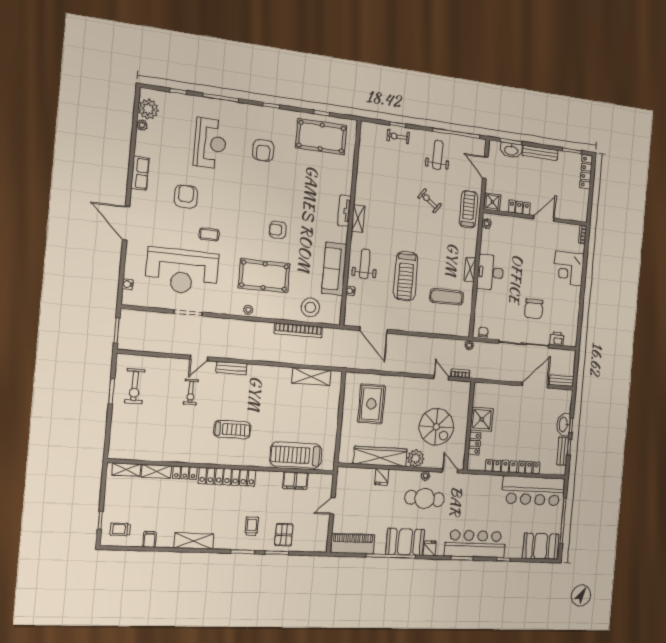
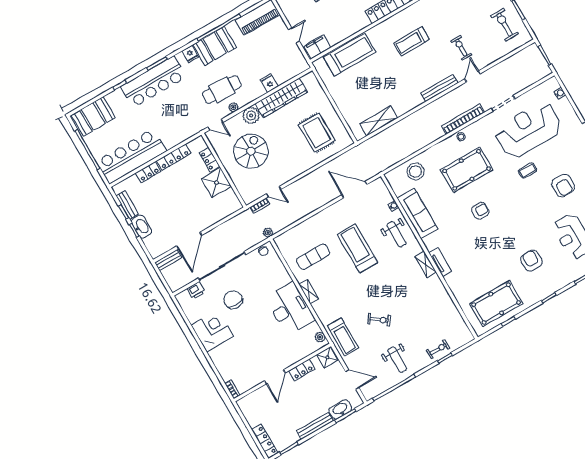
corner desk: (569, 268) -> (212, 331), moved
desk: (490, 272) -> (290, 309), width x1.36, depth x1.30
bookcase: (298, 330) -> (463, 119), moved
bench: (232, 368) -> (439, 88), width x1.36
spiral stairs: (436, 427) -> (251, 151), turned 90
filing cabinet: (295, 480) -> (317, 47), moved

